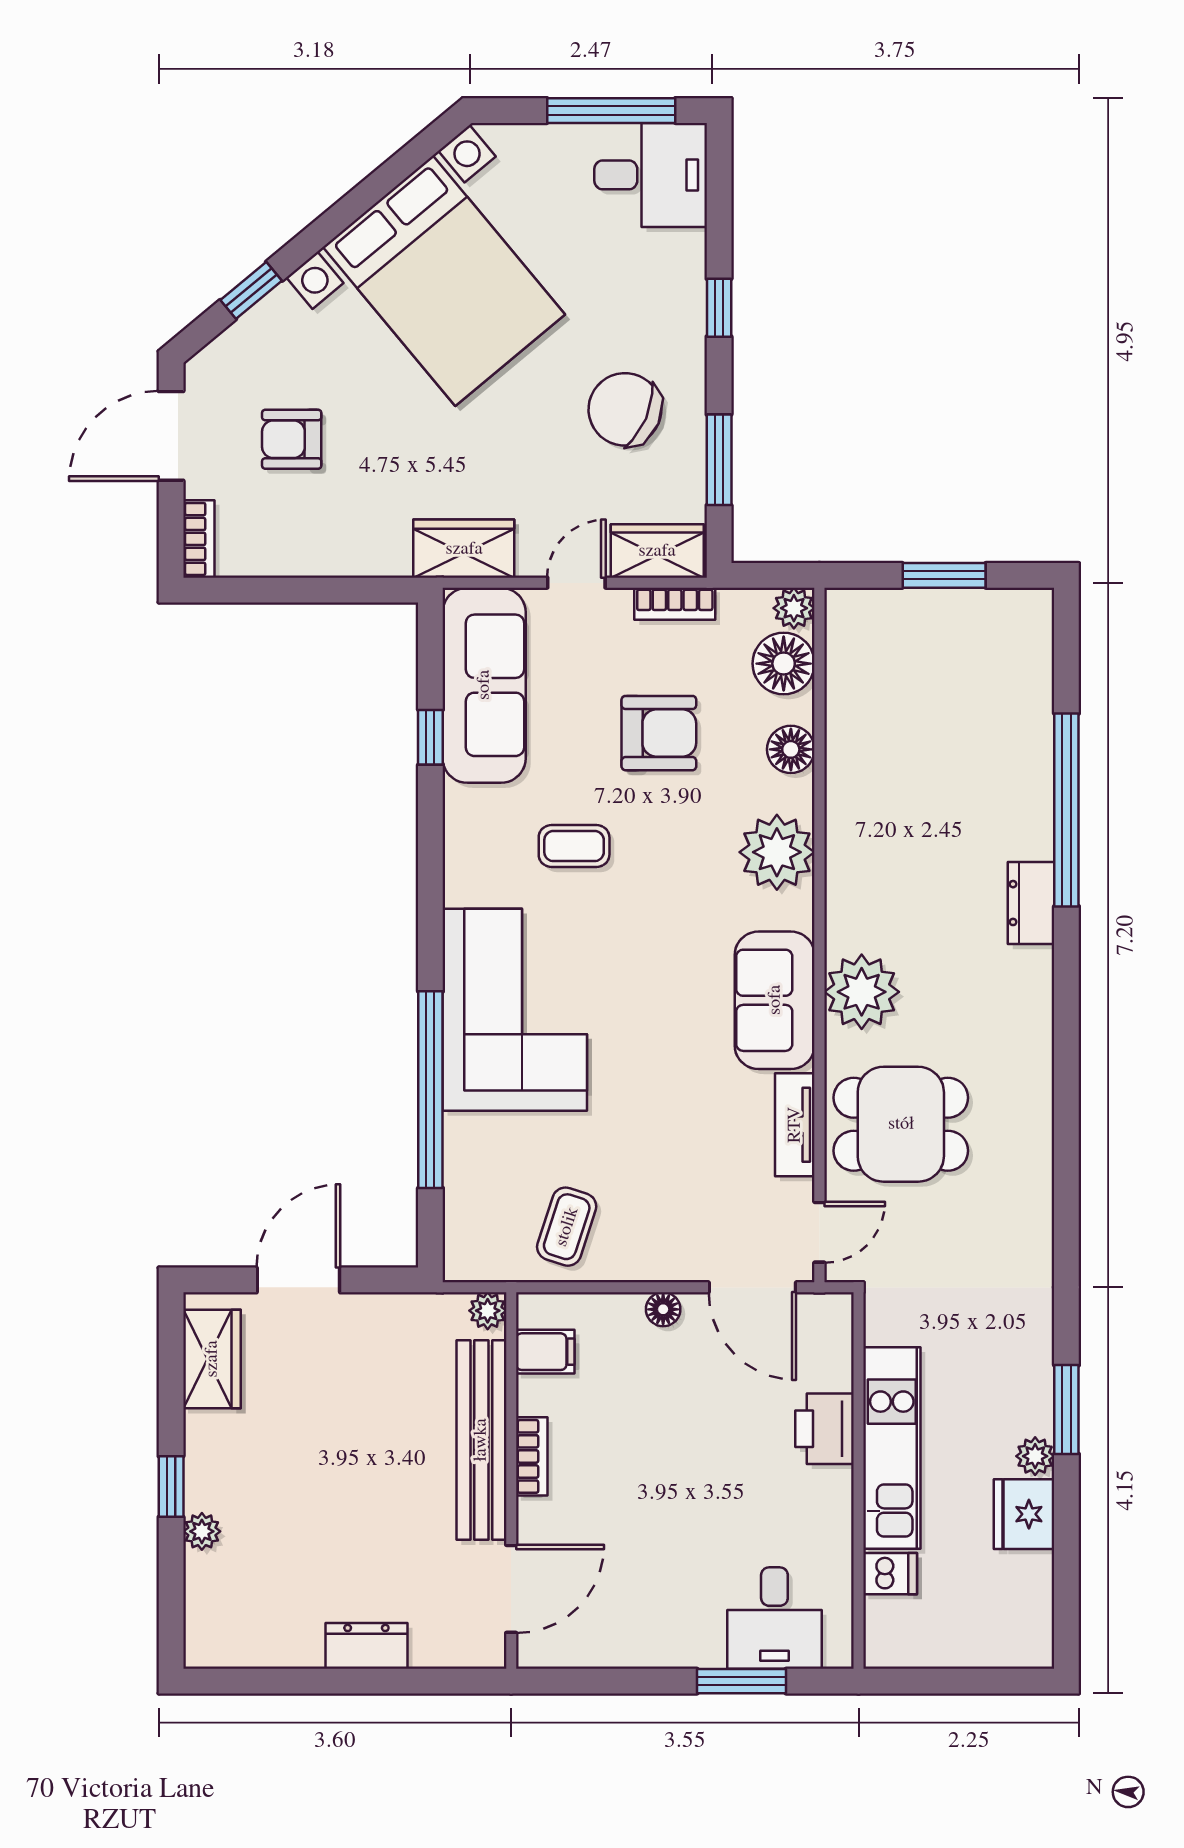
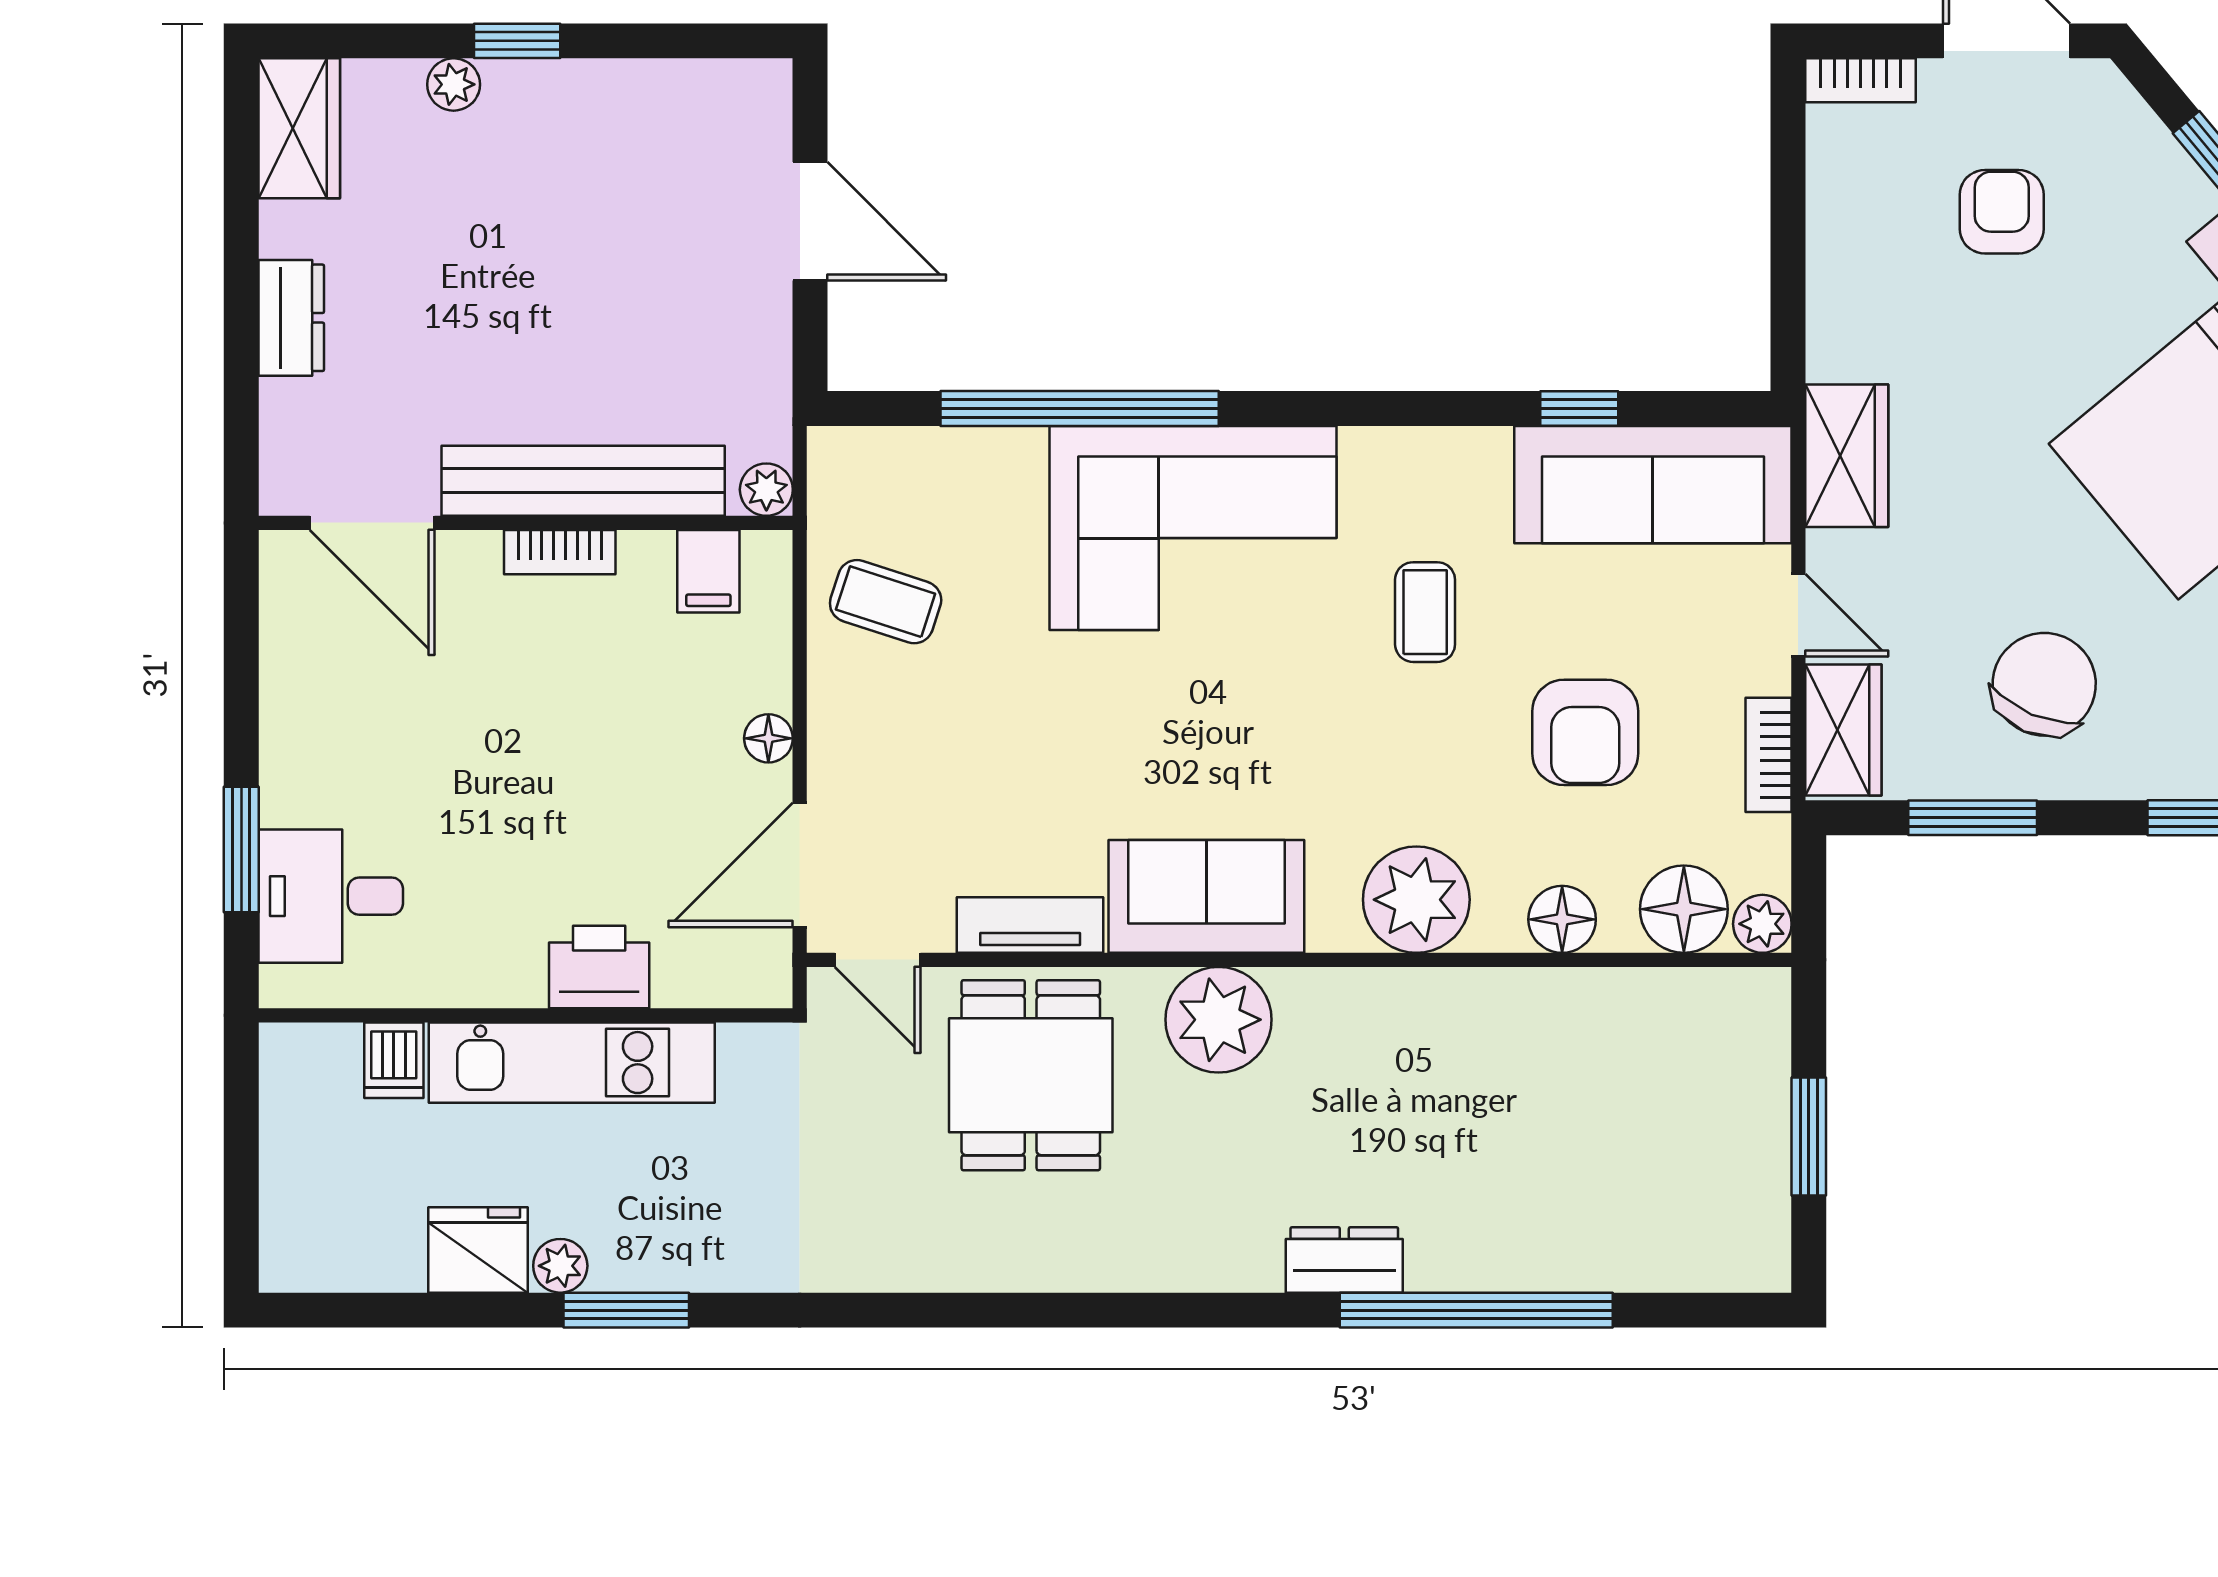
wardrobe: (212, 1359) -> (299, 128), moved, turned -90

